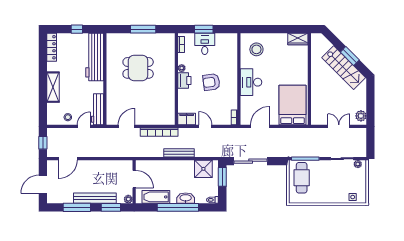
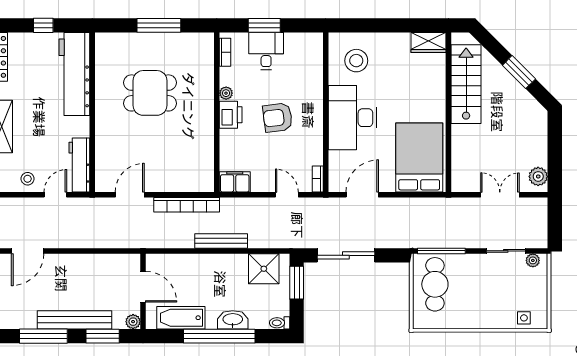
stairs: (344, 68) -> (466, 84), moved, turned -135
desk: (251, 82) -> (352, 118), width x1.36, depth x1.30
door: (205, 126) -> (287, 195), moved

